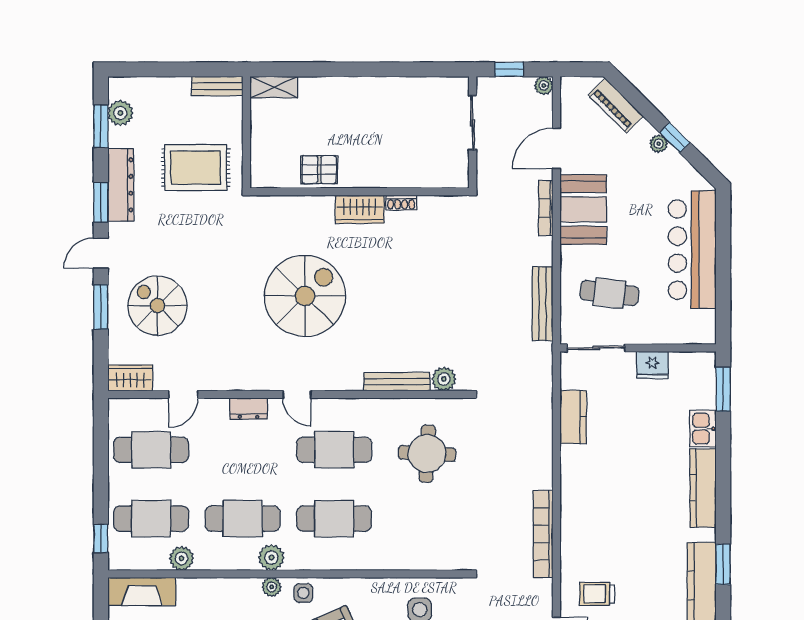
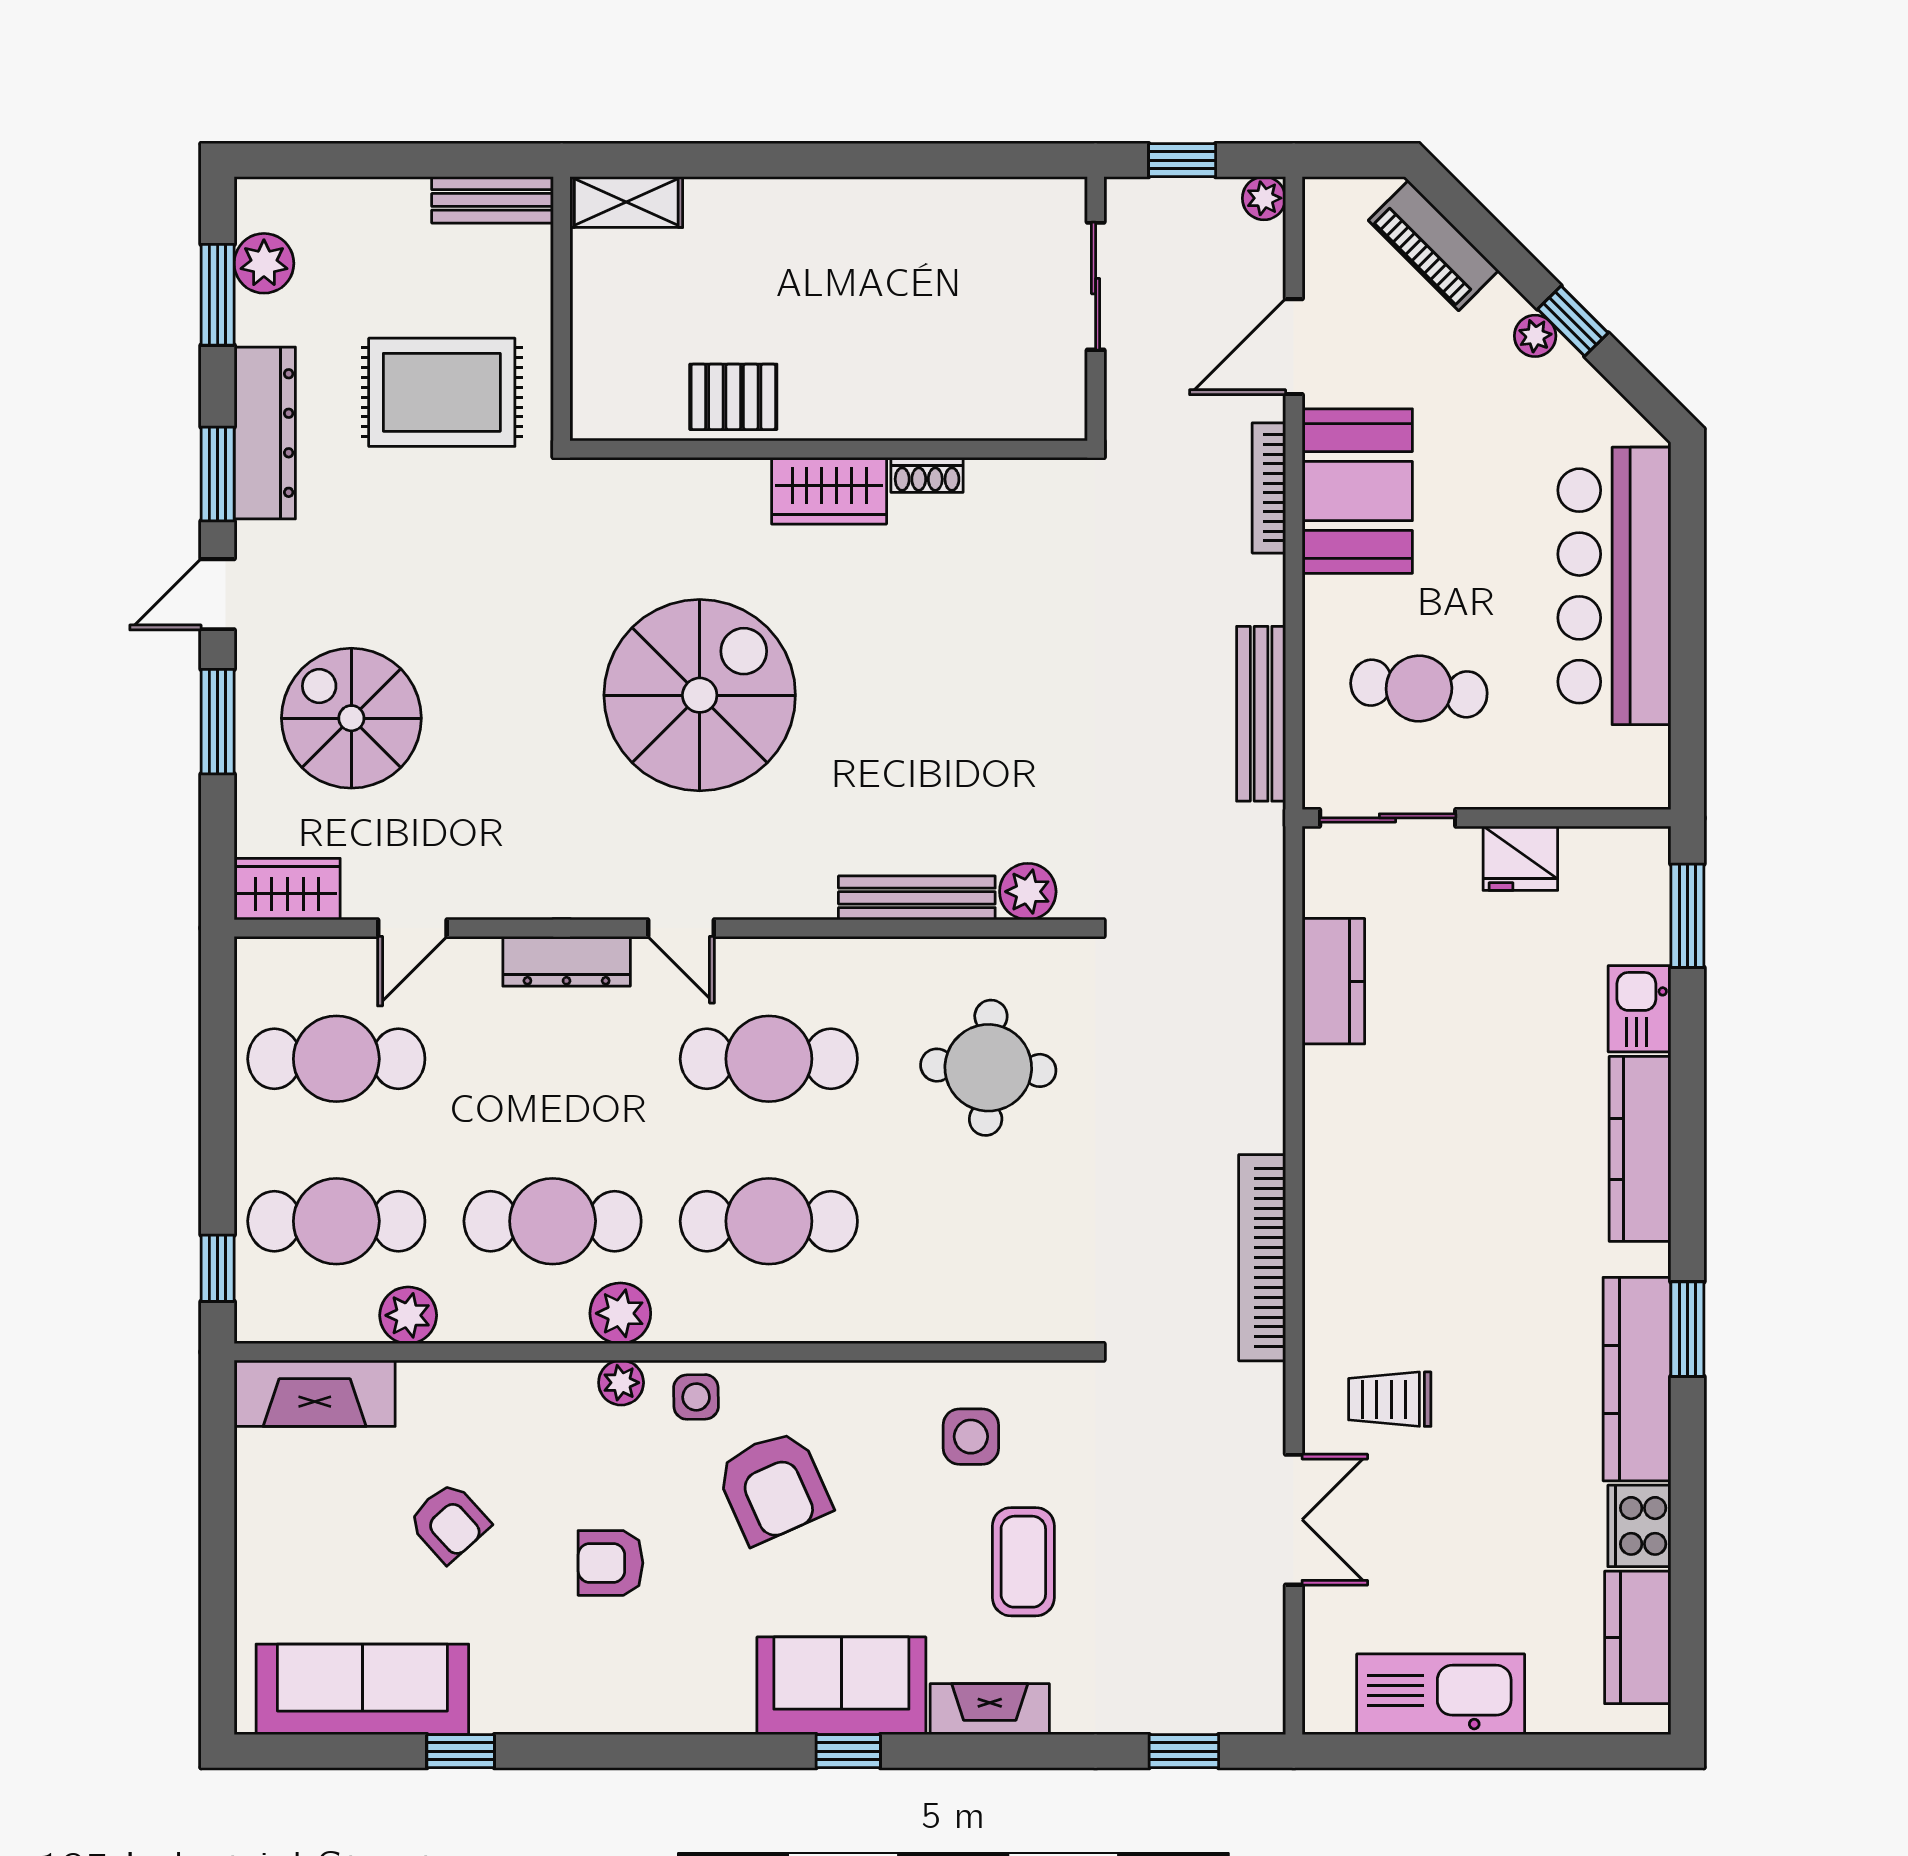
dresser: (249, 409) -> (567, 961), width x1.44

